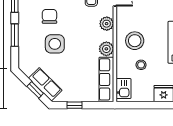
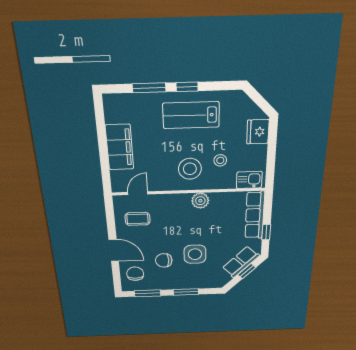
plant: (107, 24) -> (170, 201), removed
row of seats: (106, 79) -> (255, 215), moved, turned 90

